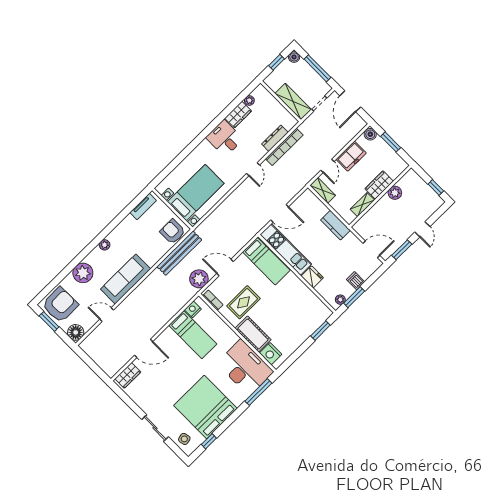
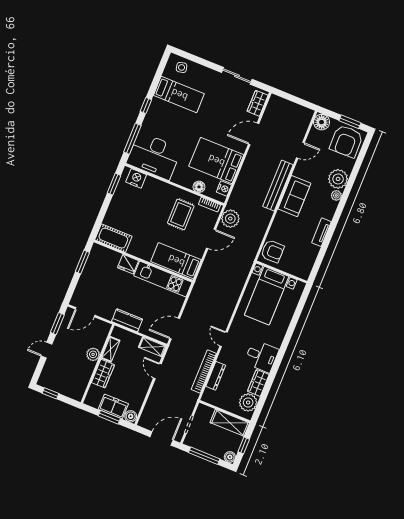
plant: (249, 100) -> (248, 402), width x1.87, depth x1.87
door: (350, 101) -> (162, 438), hinge flipped
shelving: (293, 102) -> (230, 423), moved
freezer: (351, 156) -> (113, 406), moved, turned 90
plant: (395, 193) -> (93, 354), moved
tv unit: (143, 207) -> (321, 232), moved
door: (280, 213) -> (175, 329), moved
door: (422, 229) -> (47, 350), hinge flipped
plant: (105, 245) -> (336, 195), moved
bench: (179, 253) -> (278, 186), moved
sofa: (126, 279) -> (294, 196), width x0.73
dishwasher: (356, 281) -> (87, 278), removed
plant: (340, 300) -> (94, 254), removed
floor lamp: (216, 321) -> (199, 187), added
window: (320, 331) -> (114, 184), moved
cot: (253, 334) -> (113, 238), moved
bed: (193, 335) -> (216, 161), width x1.50
bed: (205, 407) -> (179, 95), width x0.49
sliding door: (155, 428) -> (237, 76), moved
window: (209, 441) -> (146, 105), moved

